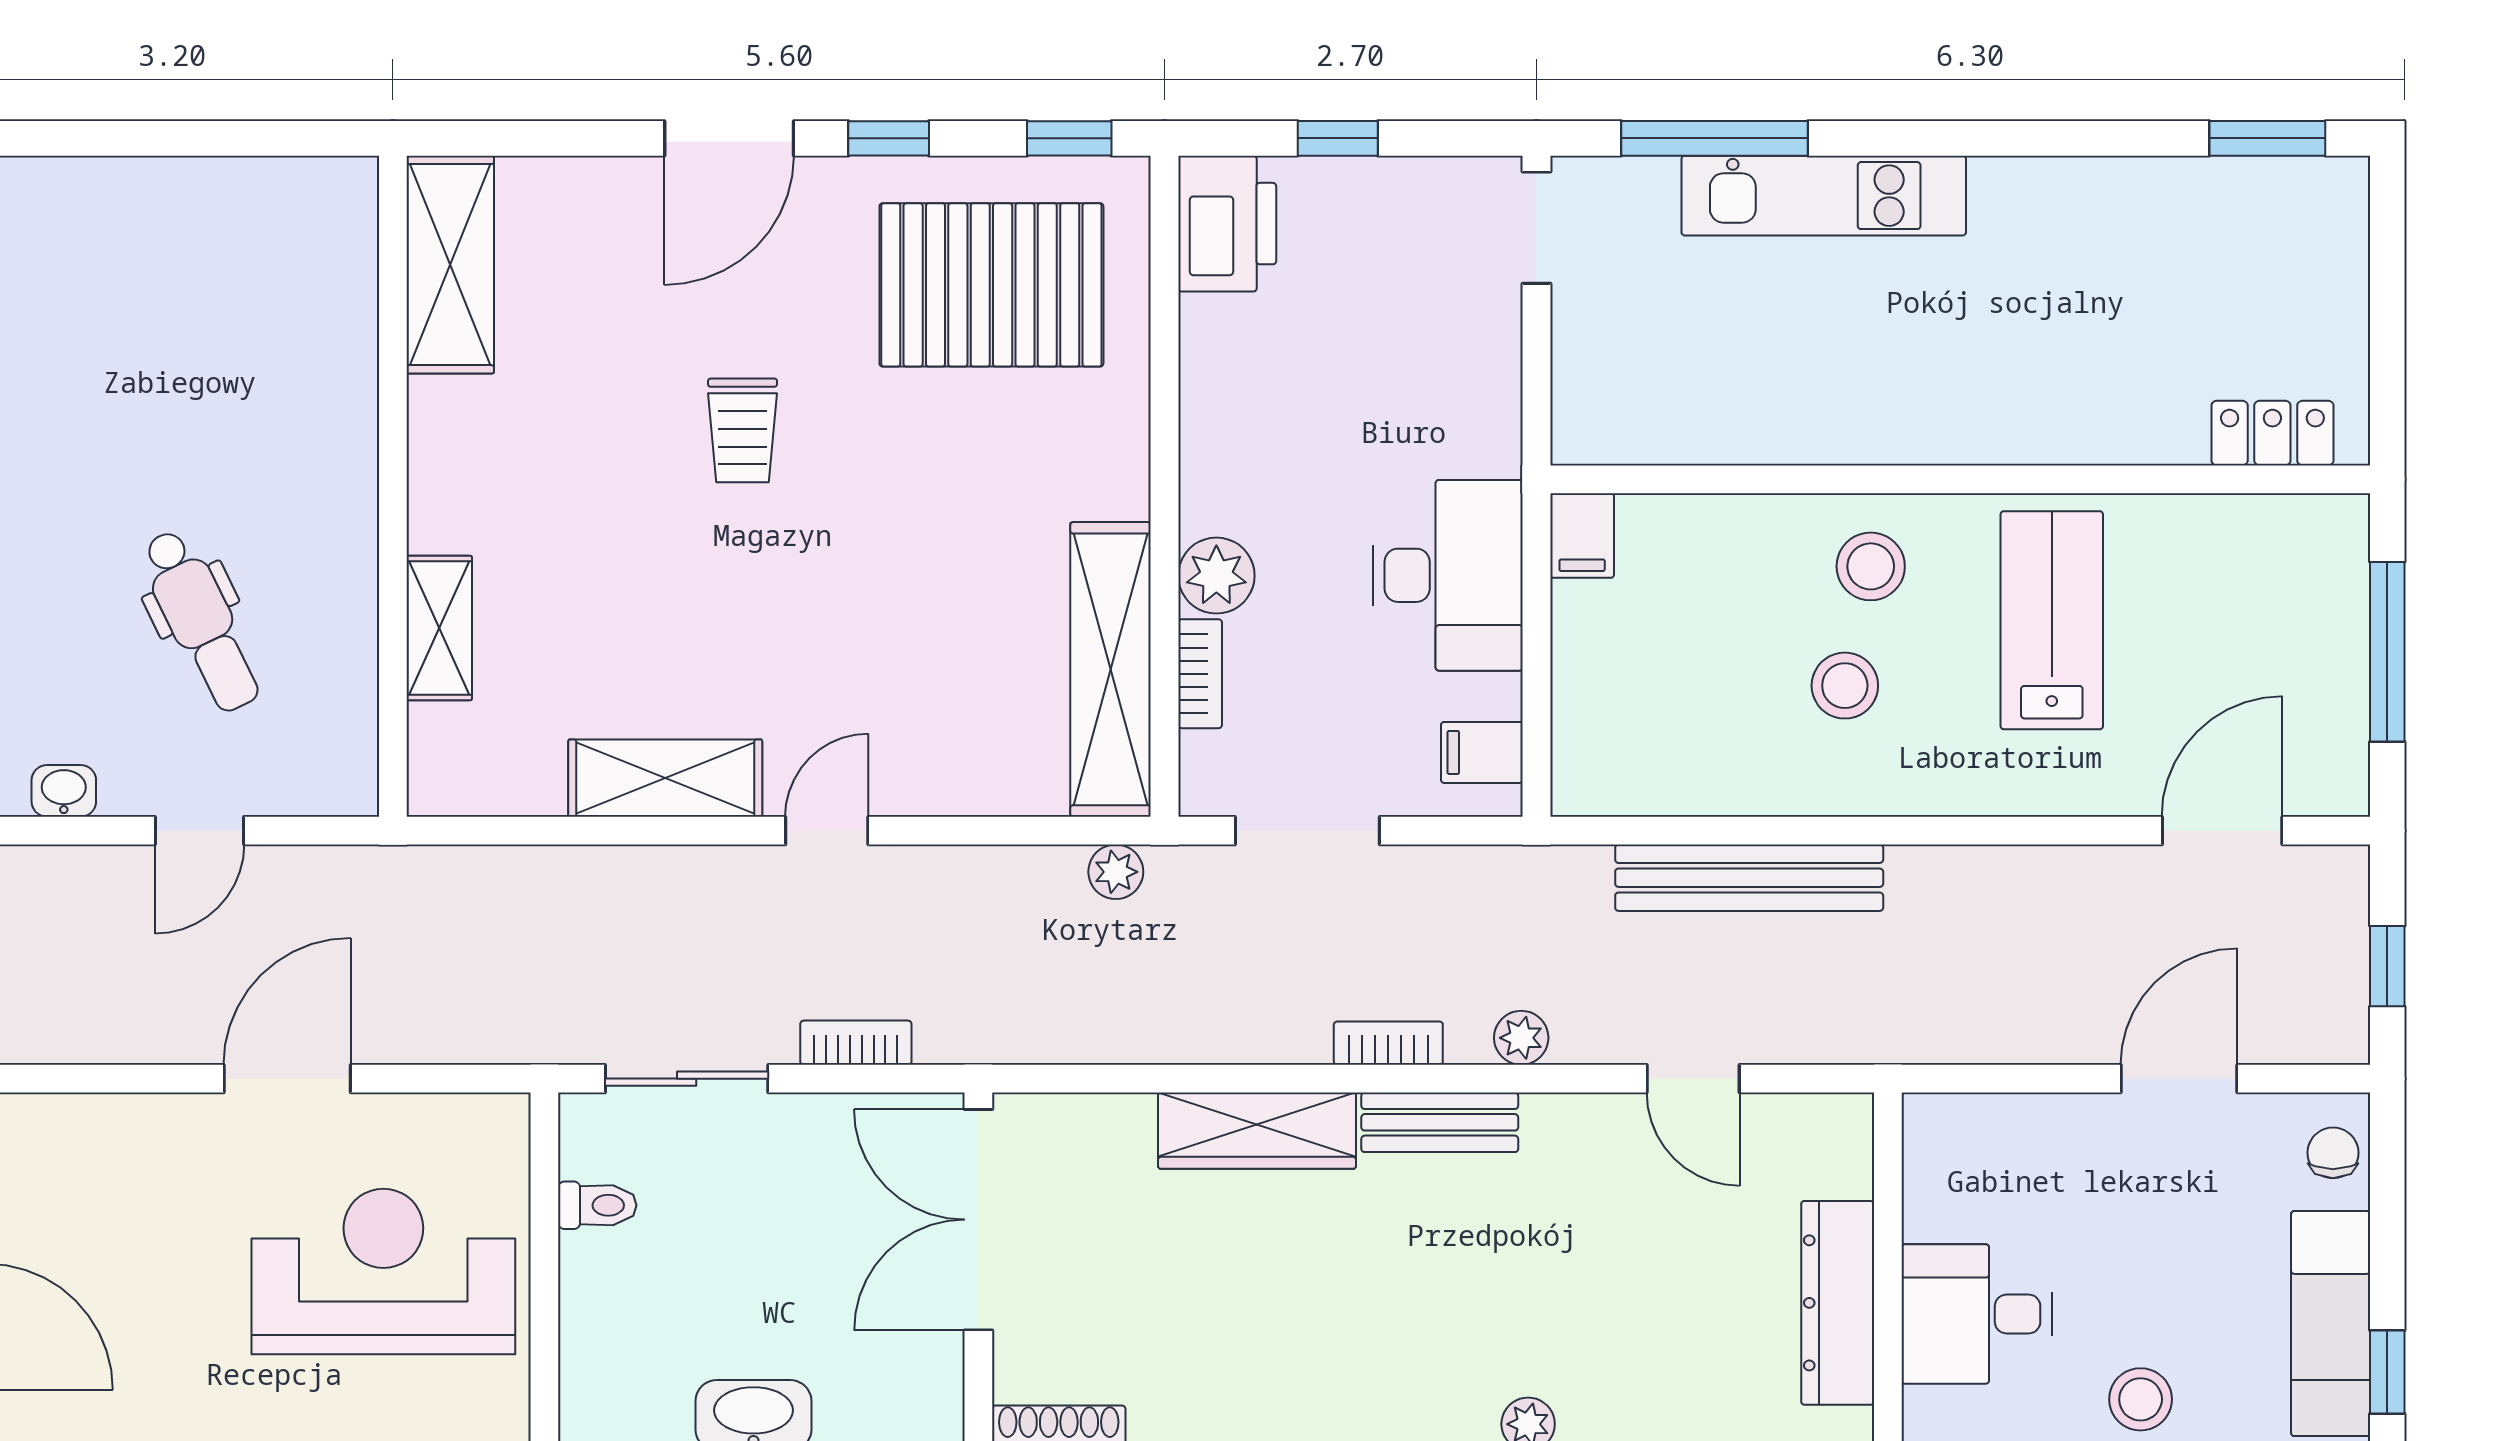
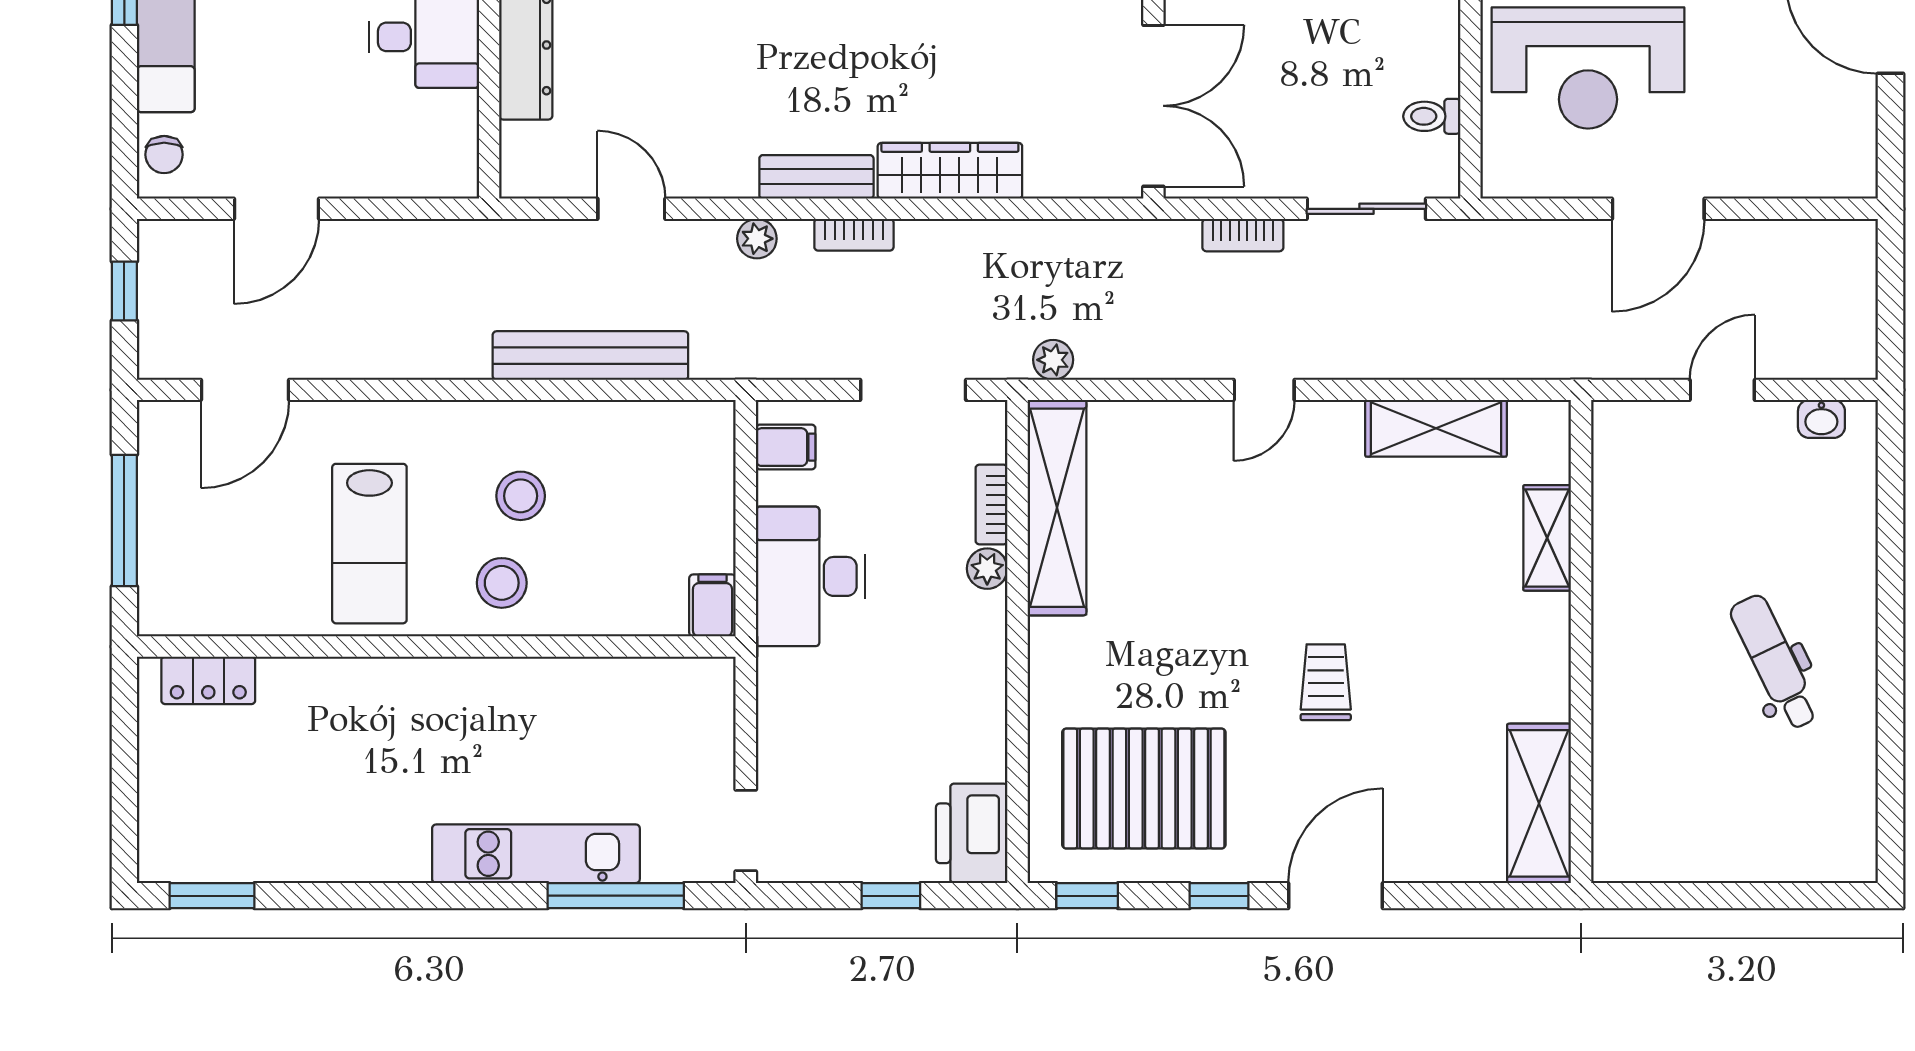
plant: (1216, 576) -> (987, 569), width x0.73, depth x0.73
dental chair: (201, 621) -> (1775, 662), moved
shelving: (665, 778) -> (1436, 428), moved

